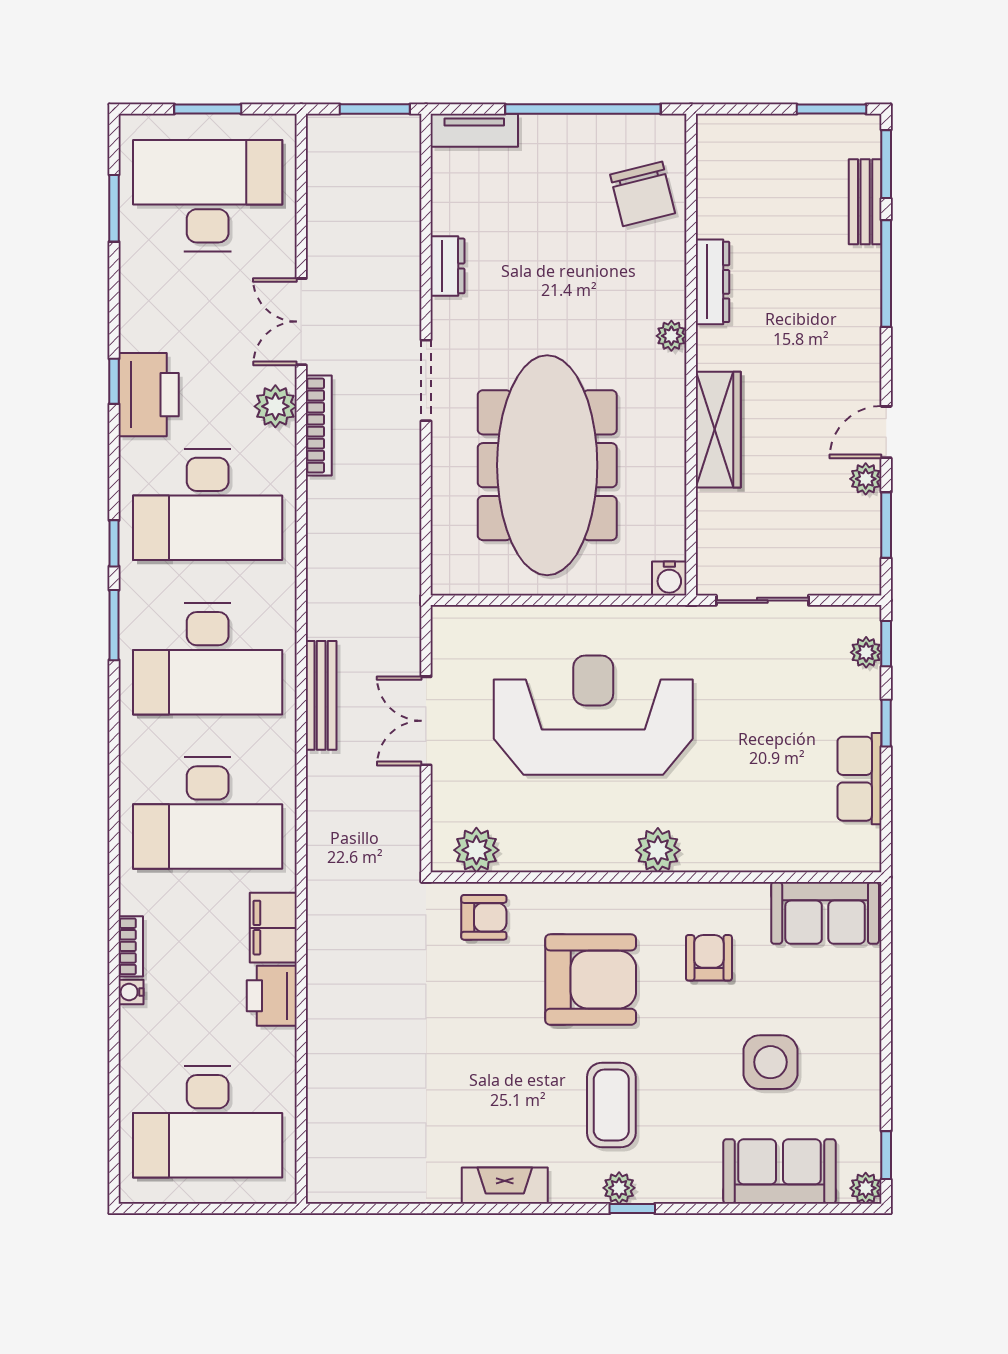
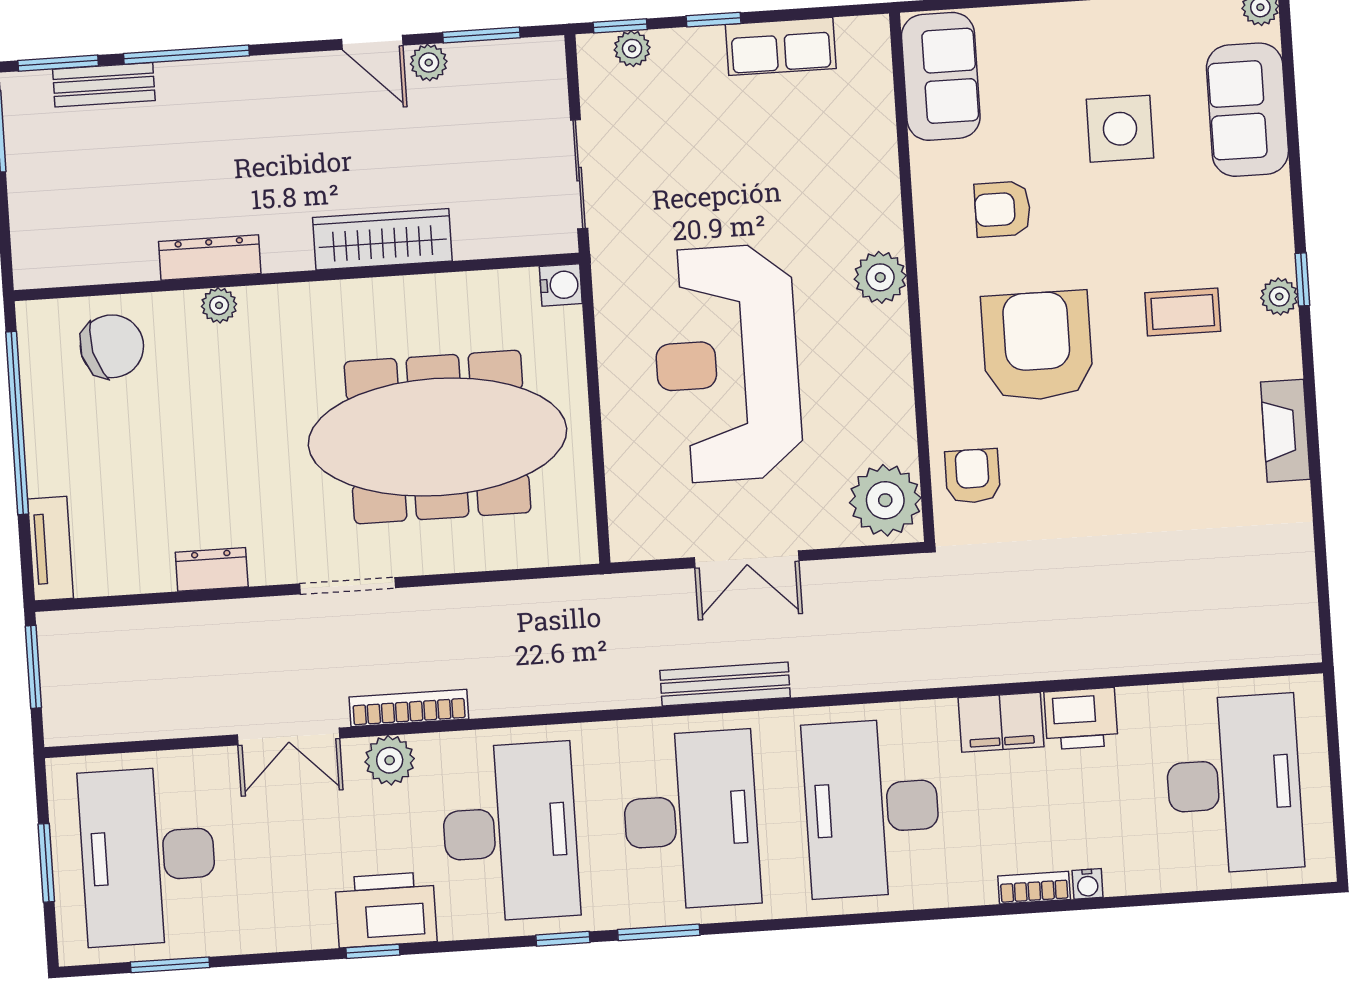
plant: (671, 336) -> (219, 305), moved
desk: (208, 813) -> (872, 808), turned 180
plant: (476, 850) -> (885, 500), width x1.36, depth x1.36
coffee table: (611, 1105) -> (1183, 312), width x0.73, depth x0.77

